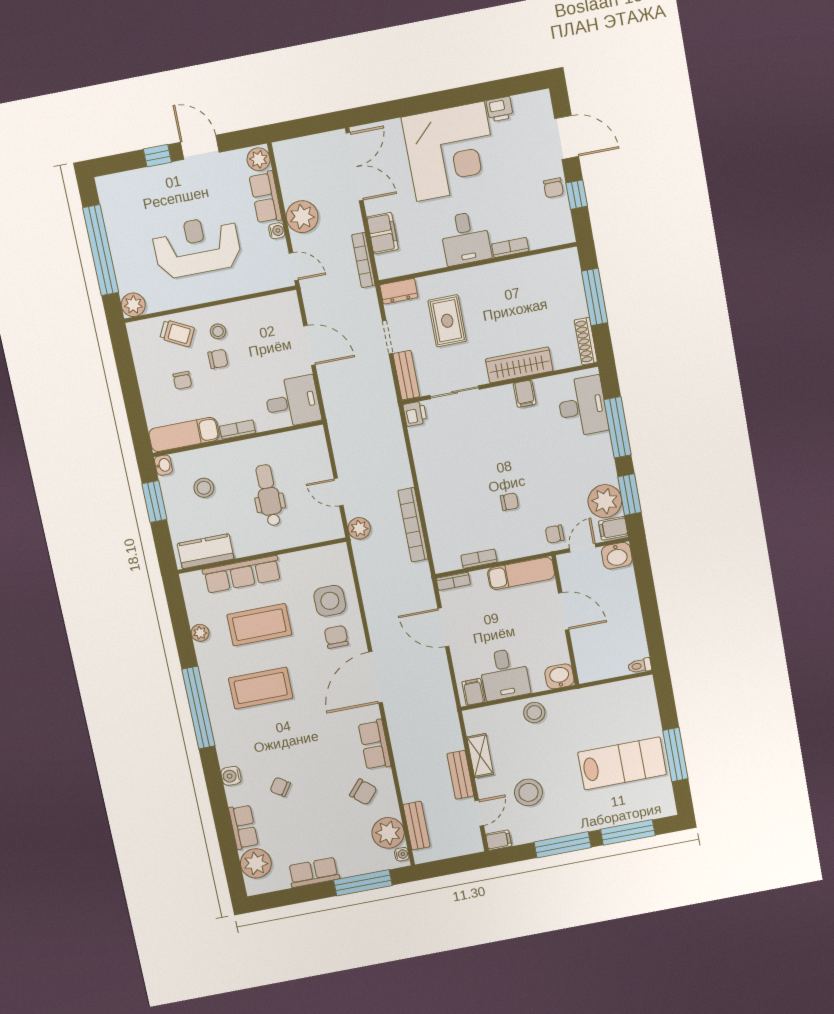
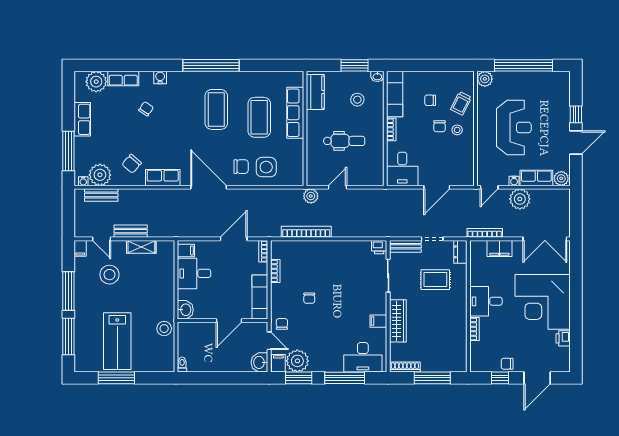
plant: (200, 633) -> (261, 77), removed
stool: (534, 713) -> (164, 329), moved

